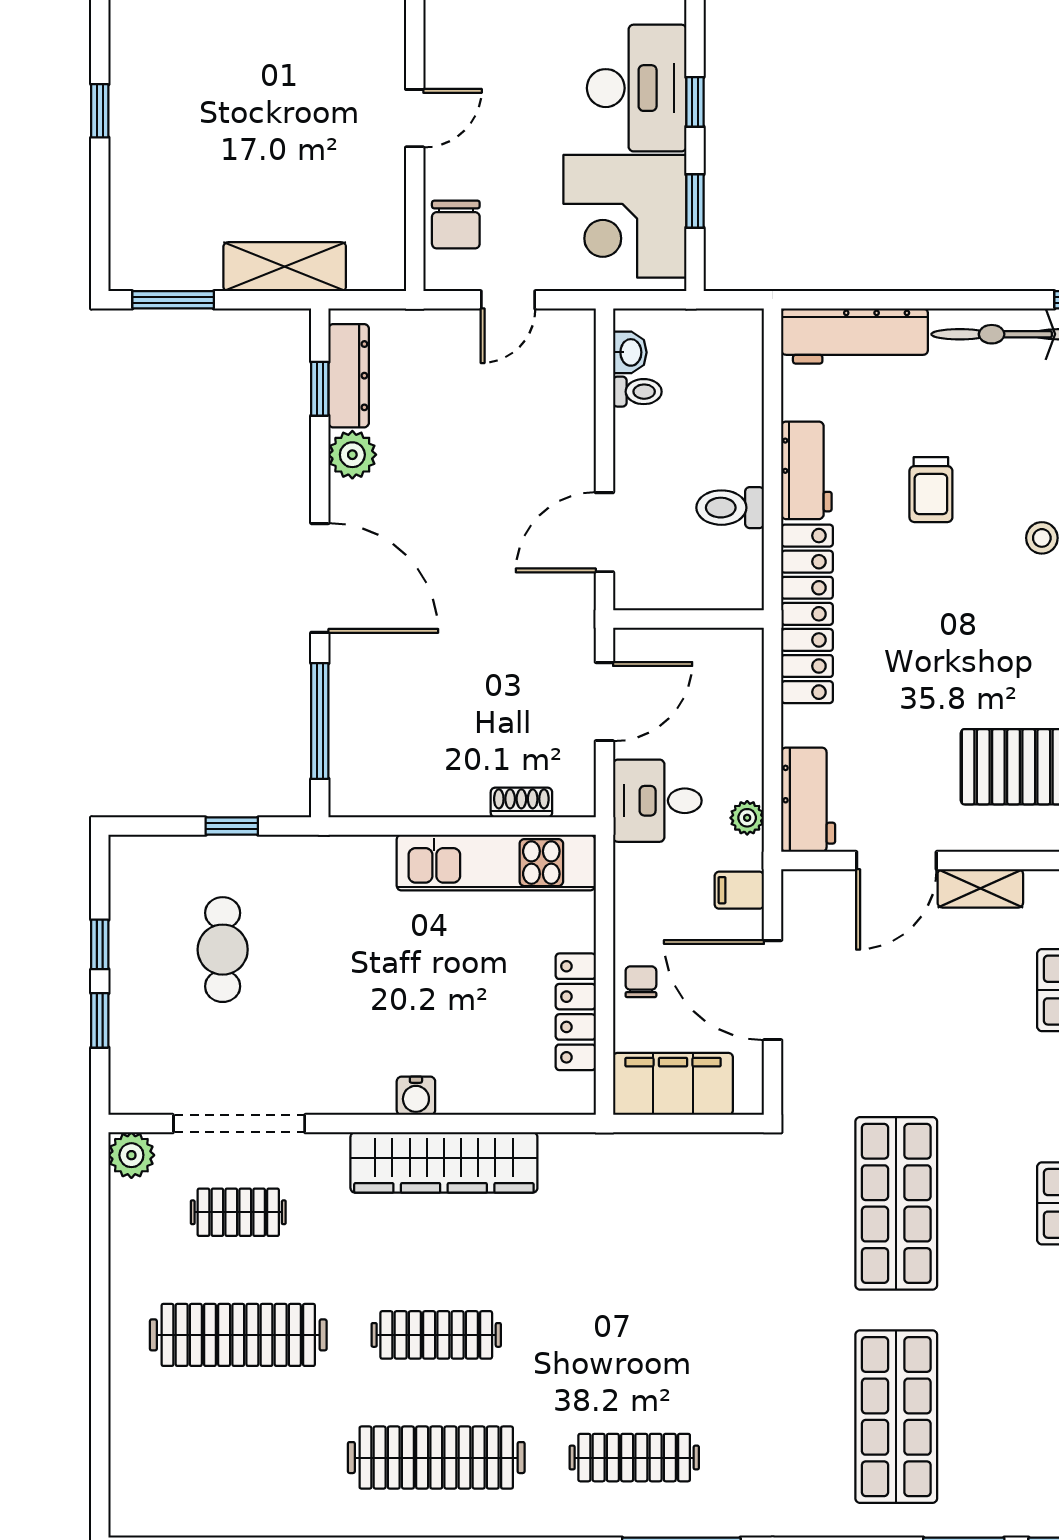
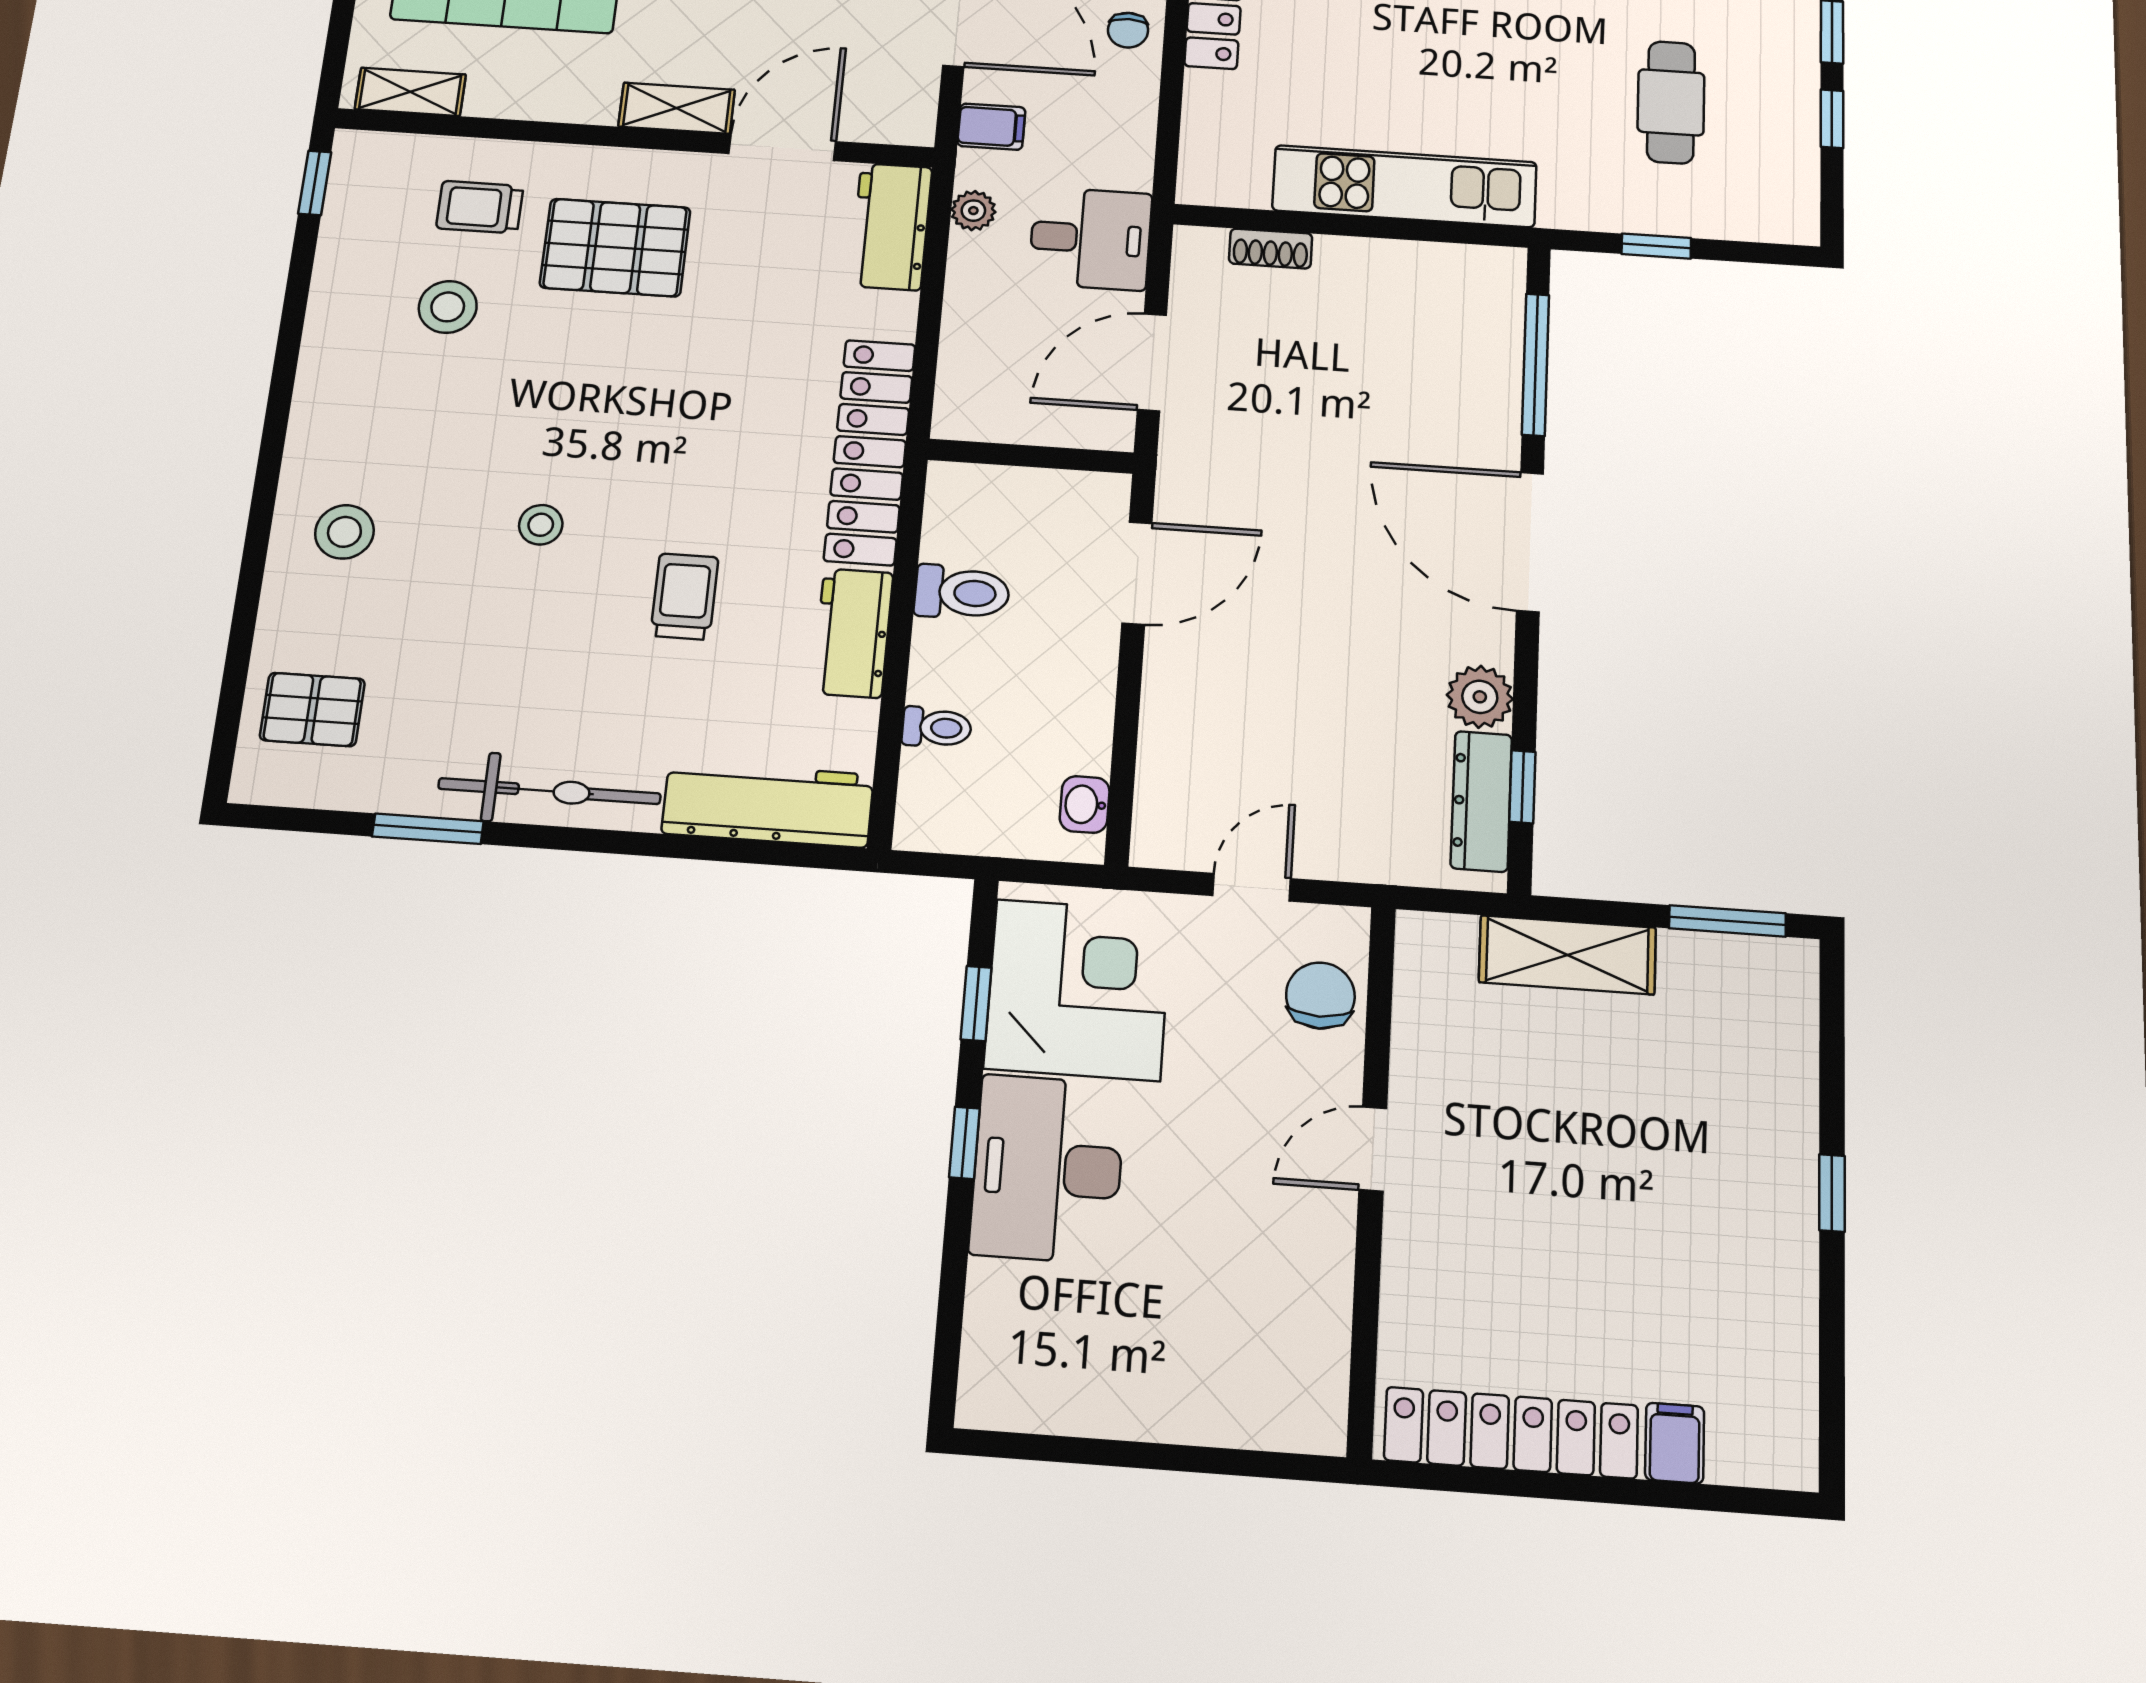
toilet: (637, 392) -> (937, 727), moved, turned 180
kitchen unit: (496, 863) -> (1405, 186), moved

